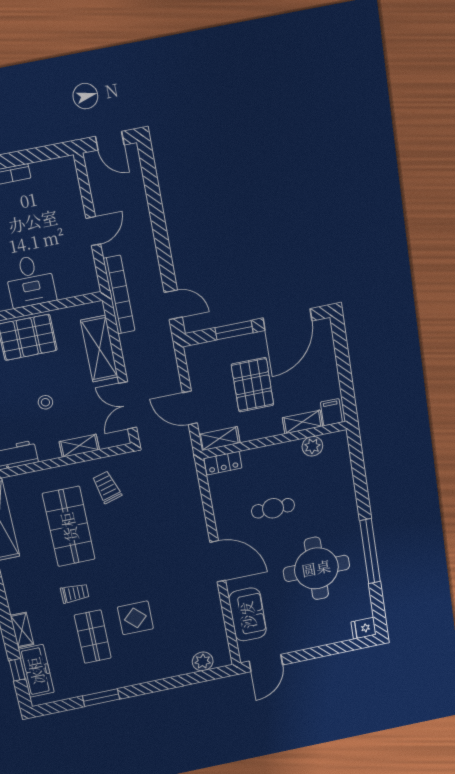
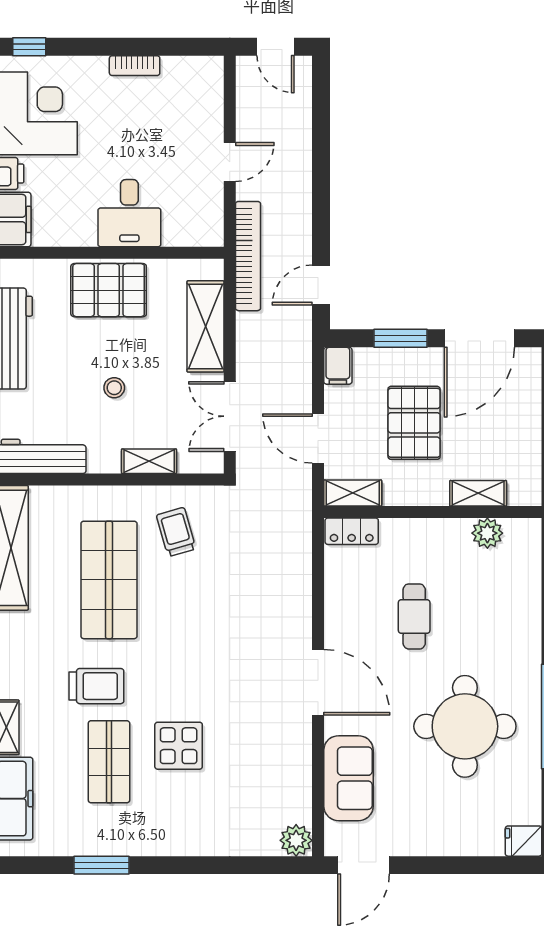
door: (173, 305) -> (321, 285), swing flipped
filing cabinet: (331, 412) -> (338, 366), moved, turned 180
cafe table: (273, 508) -> (414, 616), turned 90
trolley: (75, 593) -> (96, 686), width x1.36, depth x1.39
plant: (203, 661) -> (296, 840), moved

